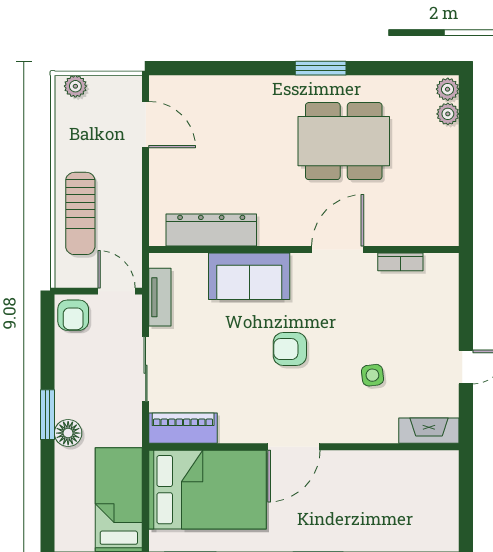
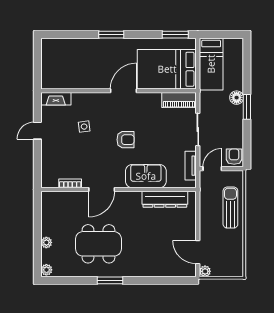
plant: (75, 86) -> (205, 271), moved
plant: (448, 114) -> (46, 242), moved
door: (117, 291) -> (212, 169), swing flipped

